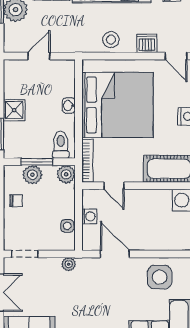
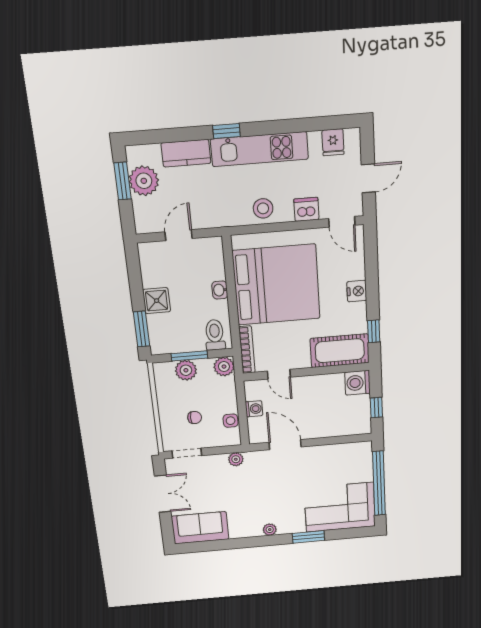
chair: (16, 201) -> (195, 418), moved
side table: (160, 277) -> (335, 463), removed

